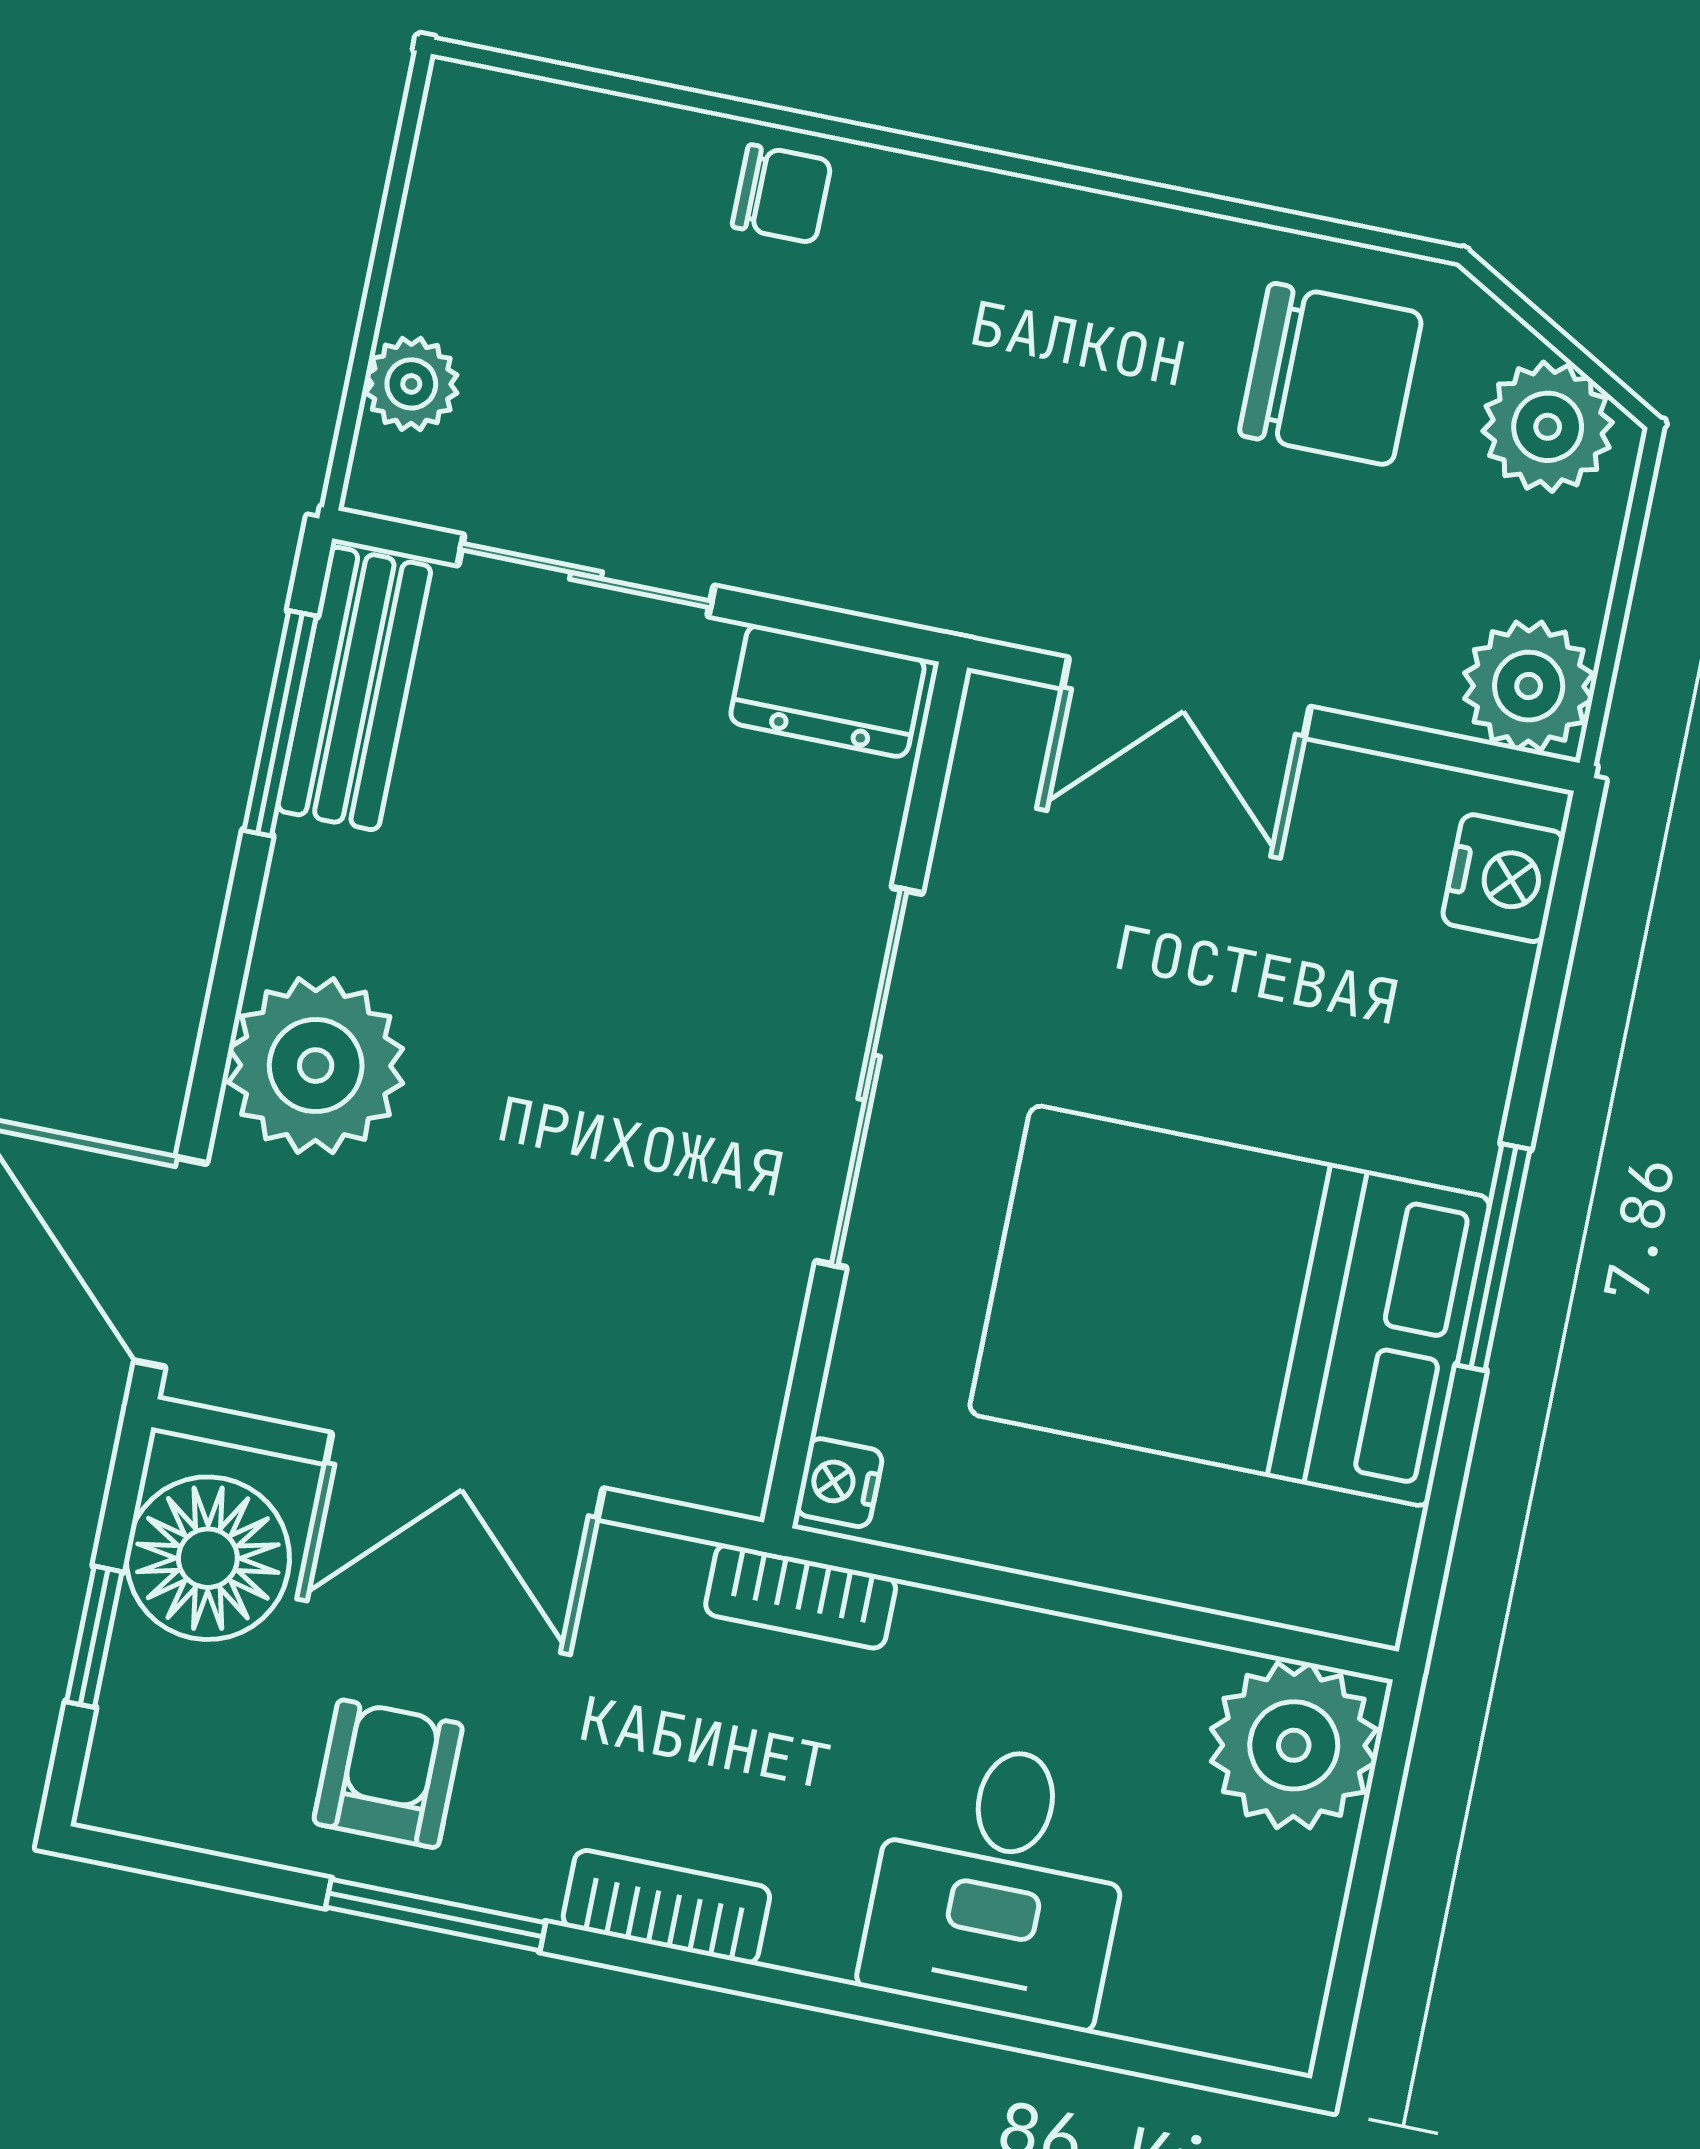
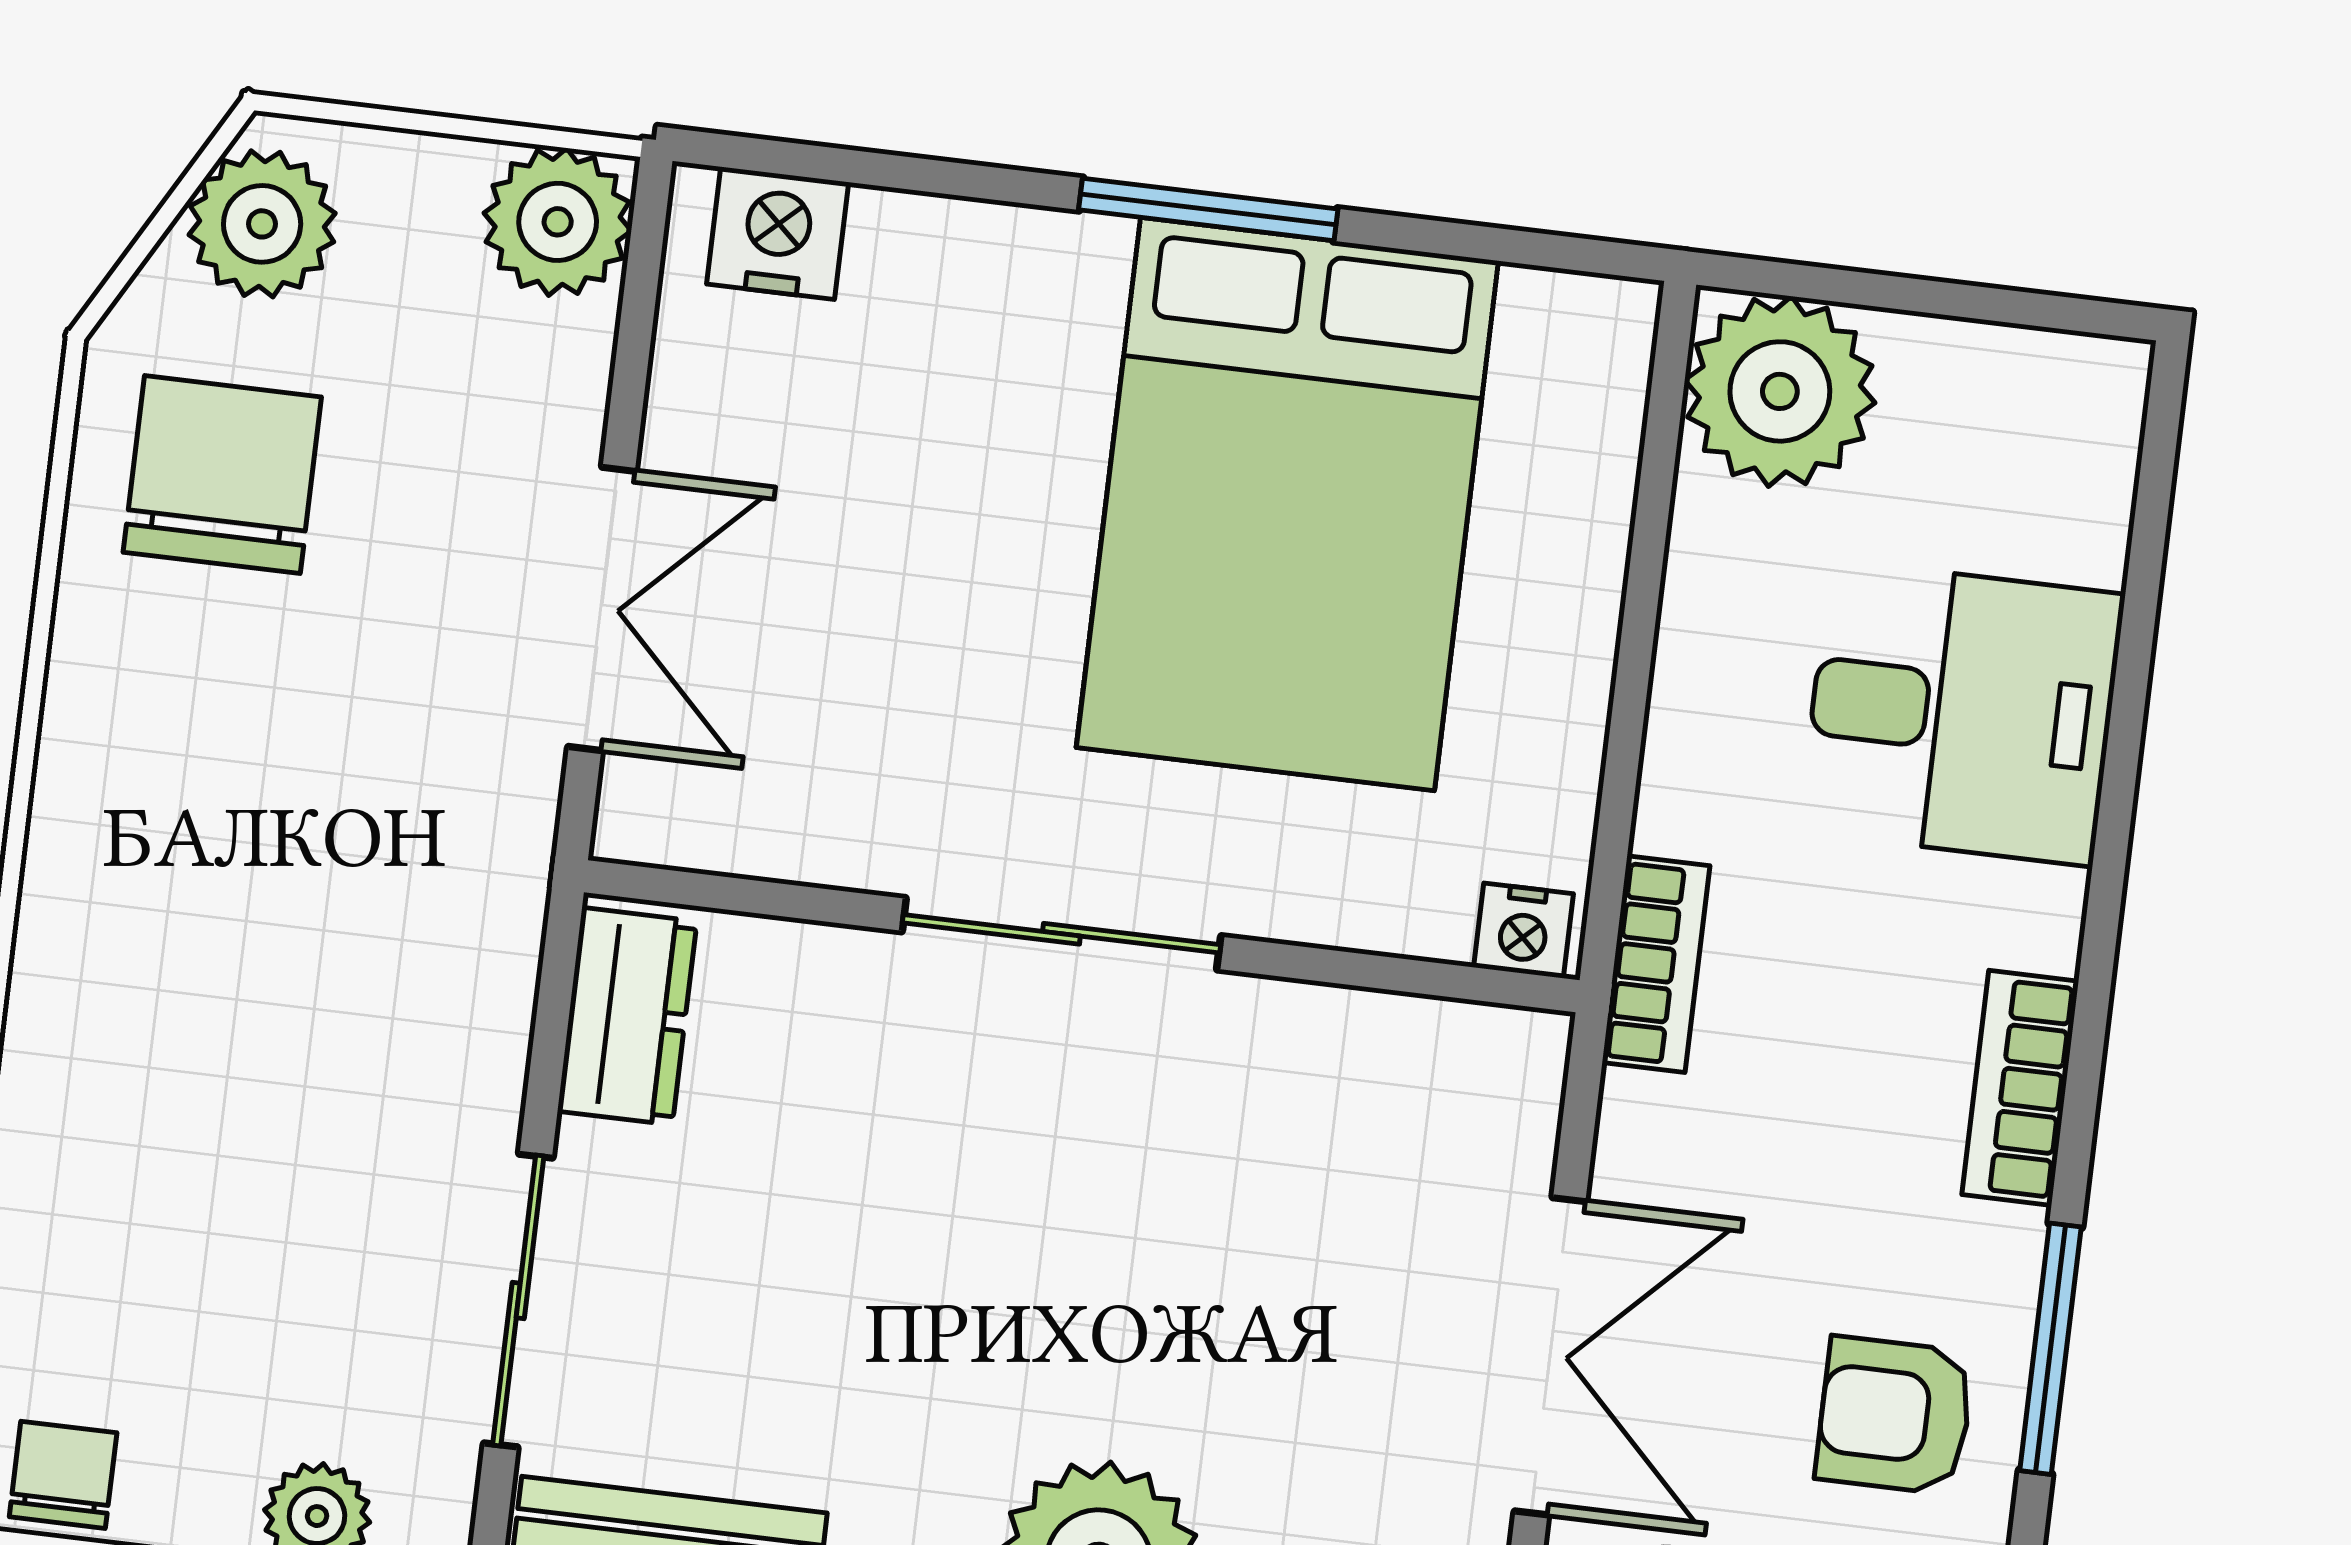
chair: (782, 194) -> (63, 1475), moved
sliding door: (869, 1077) -> (1061, 934), width x0.73

